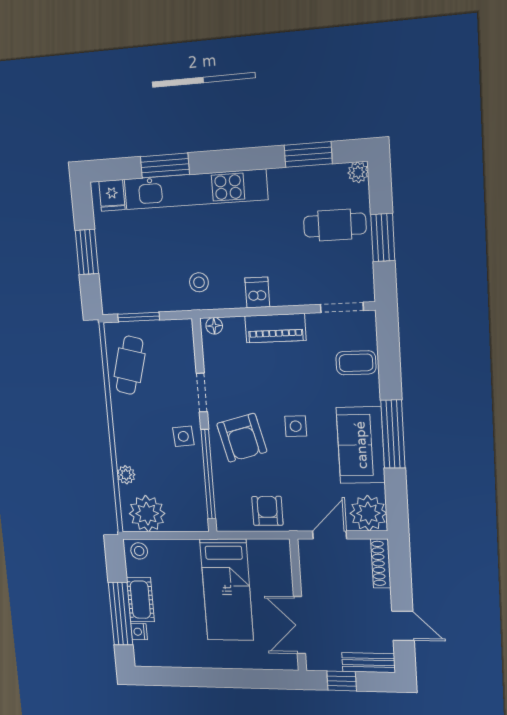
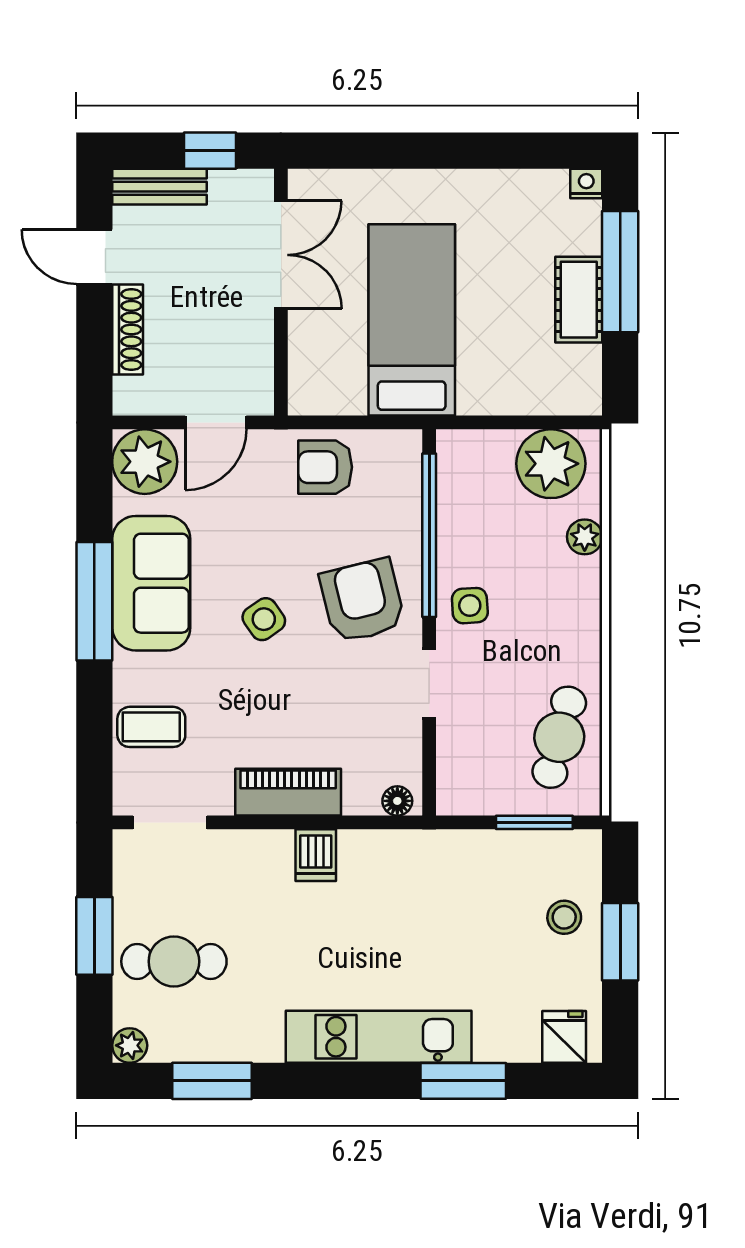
kitchen unit: (195, 189) -> (379, 1037), width x0.73
stool: (199, 282) -> (564, 917), moved
side table: (296, 426) -> (264, 619), turned -35
armchair: (267, 511) -> (325, 467), turned 90
stool: (139, 551) -> (573, 393), removed
shoe rack: (381, 563) -> (128, 330), moved
nightstand: (139, 632) -> (586, 184), moved, turned -90

